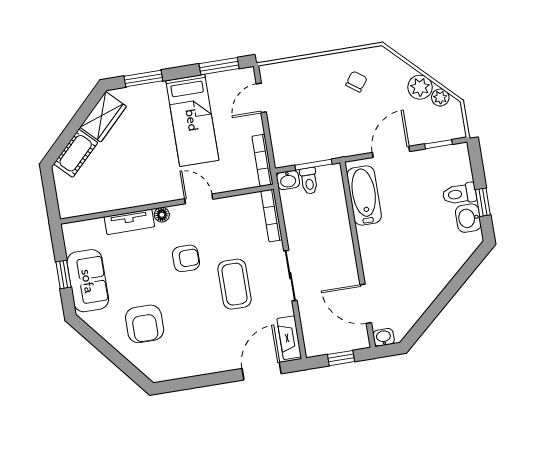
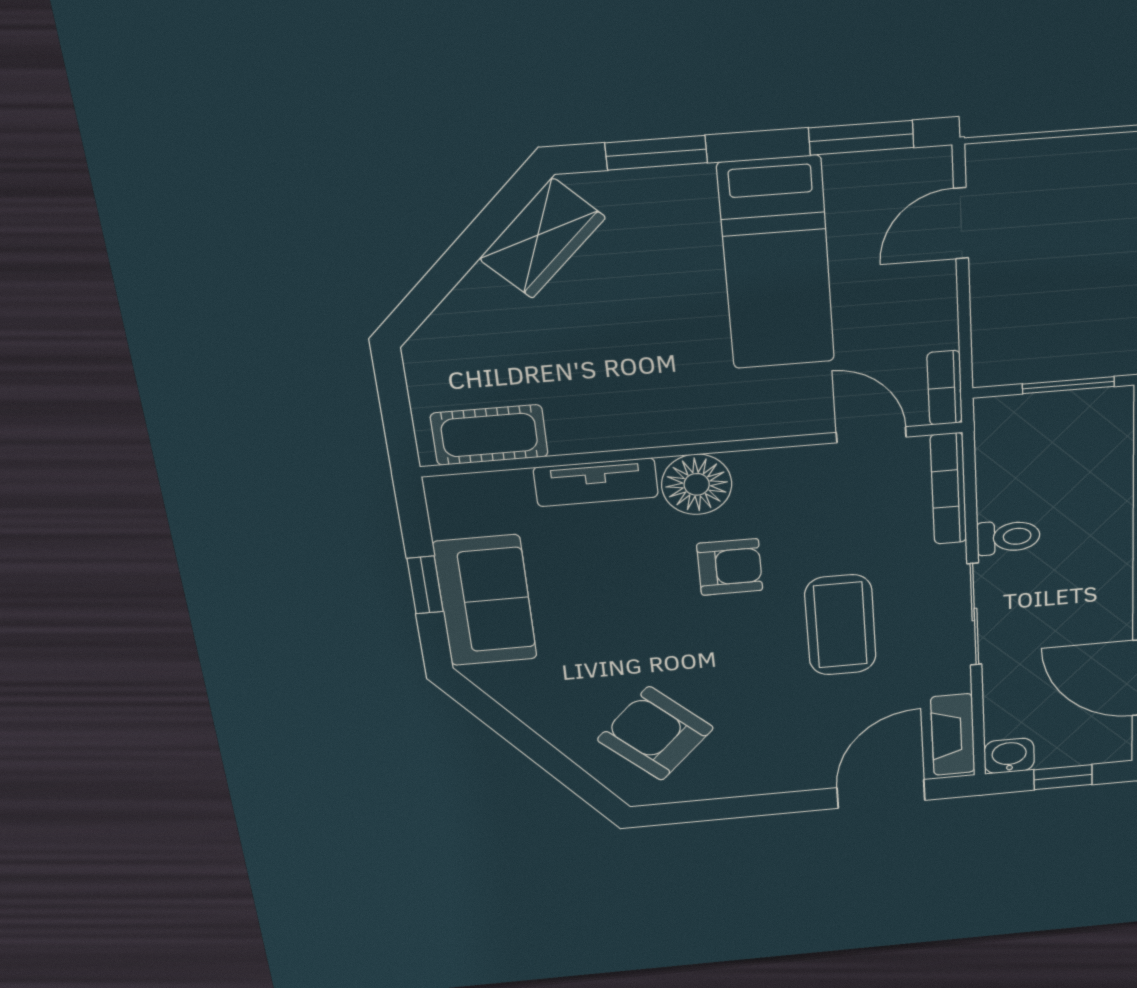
cot: (76, 153) -> (489, 435), moved, turned 45
bookcase: (263, 160) -> (945, 388), width x0.64
washbasin: (288, 180) -> (1009, 756), moved, turned 180
toilet: (309, 181) -> (1008, 537), moved, turned -90
door: (199, 199) -> (871, 435), moved
floor lamp: (162, 215) -> (697, 484), width x1.89, depth x1.89
armchair: (145, 324) -> (655, 734), moved, turned 134

